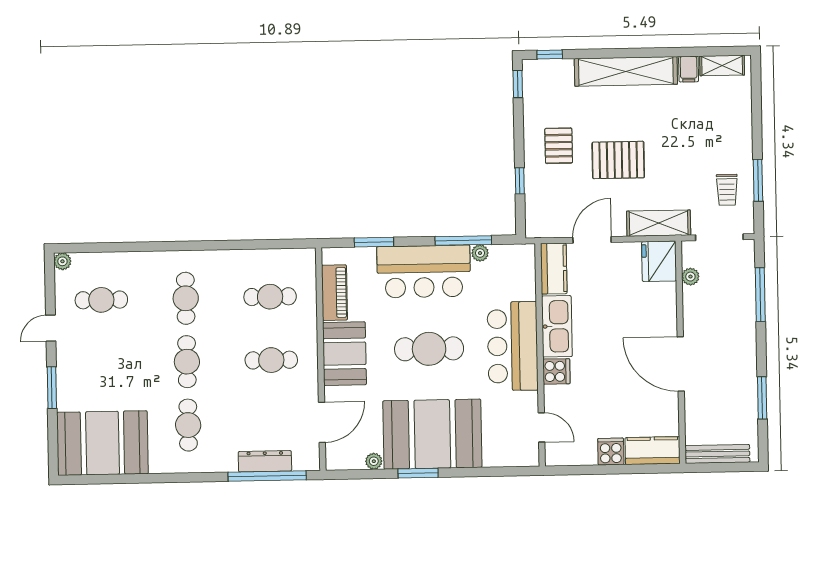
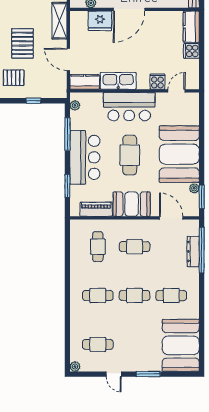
plant: (480, 253) -> (75, 105), moved
fridge: (659, 261) -> (100, 21), moved
cafe table: (101, 300) -> (98, 344), turned 90
cafe table: (271, 360) -> (135, 247), turned 90
door: (681, 364) -> (129, 9), moved
cooker: (556, 371) -> (157, 82), moved
window: (418, 473) -> (202, 197), moved

